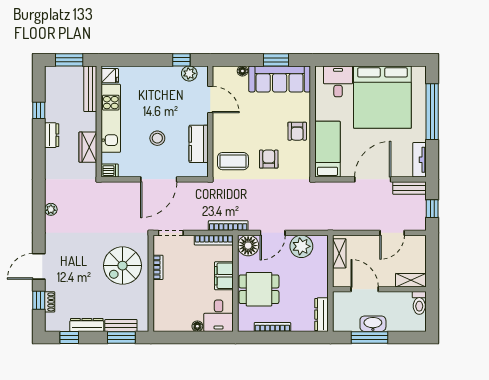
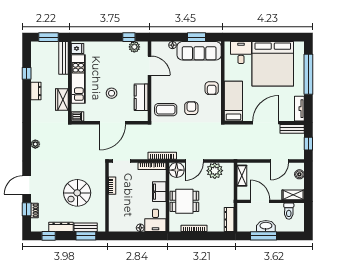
boiler: (420, 252) -> (299, 174), added
spiral stairs: (122, 266) -> (77, 193), moved
toilet: (419, 303) -> (289, 211), moved

